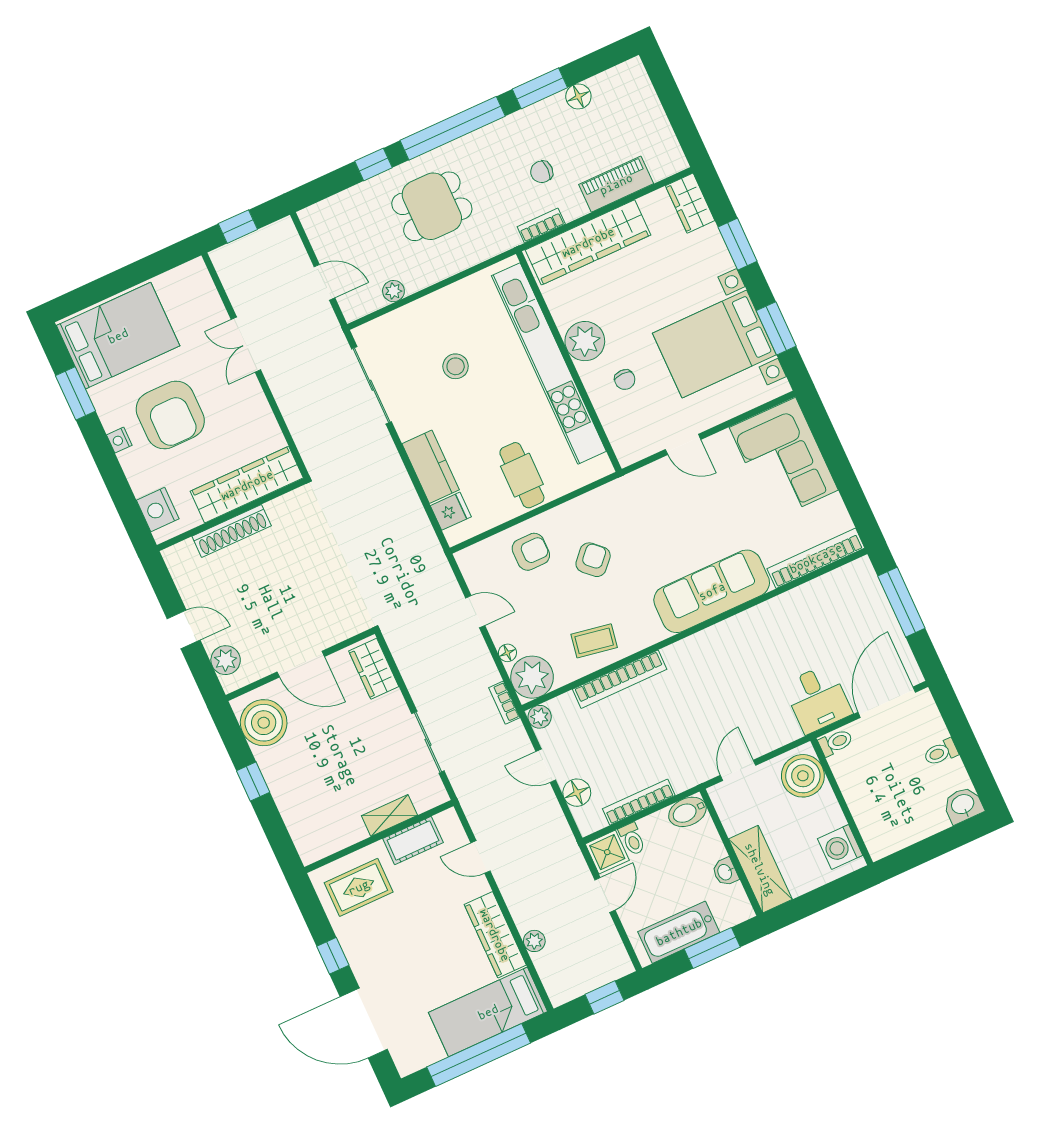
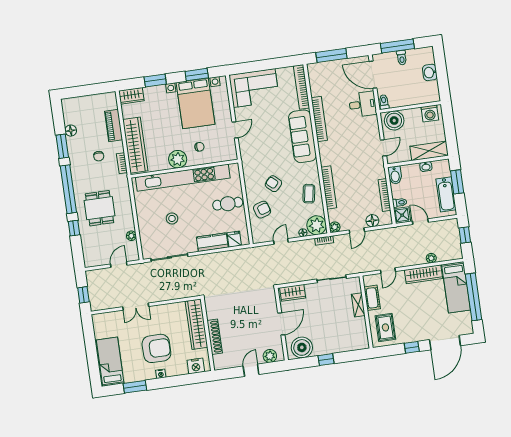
bed: (118, 336) -> (110, 362), width x0.67
armchair: (531, 552) -> (262, 210), turned 72
bookcase: (759, 616) -> (319, 119), added
window: (963, 736) -> (397, 46), added
door: (738, 770) -> (383, 148), swing flipped
washbasin: (963, 805) -> (430, 72), moved

